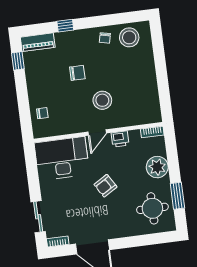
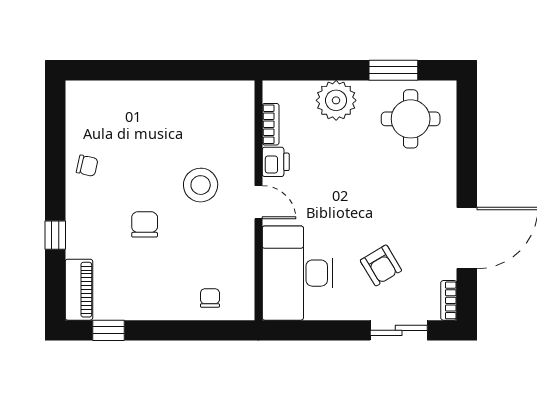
stool: (129, 37) -> (92, 121), removed
bookcase: (152, 132) -> (271, 124), moved
armchair: (105, 186) -> (381, 265), moved

